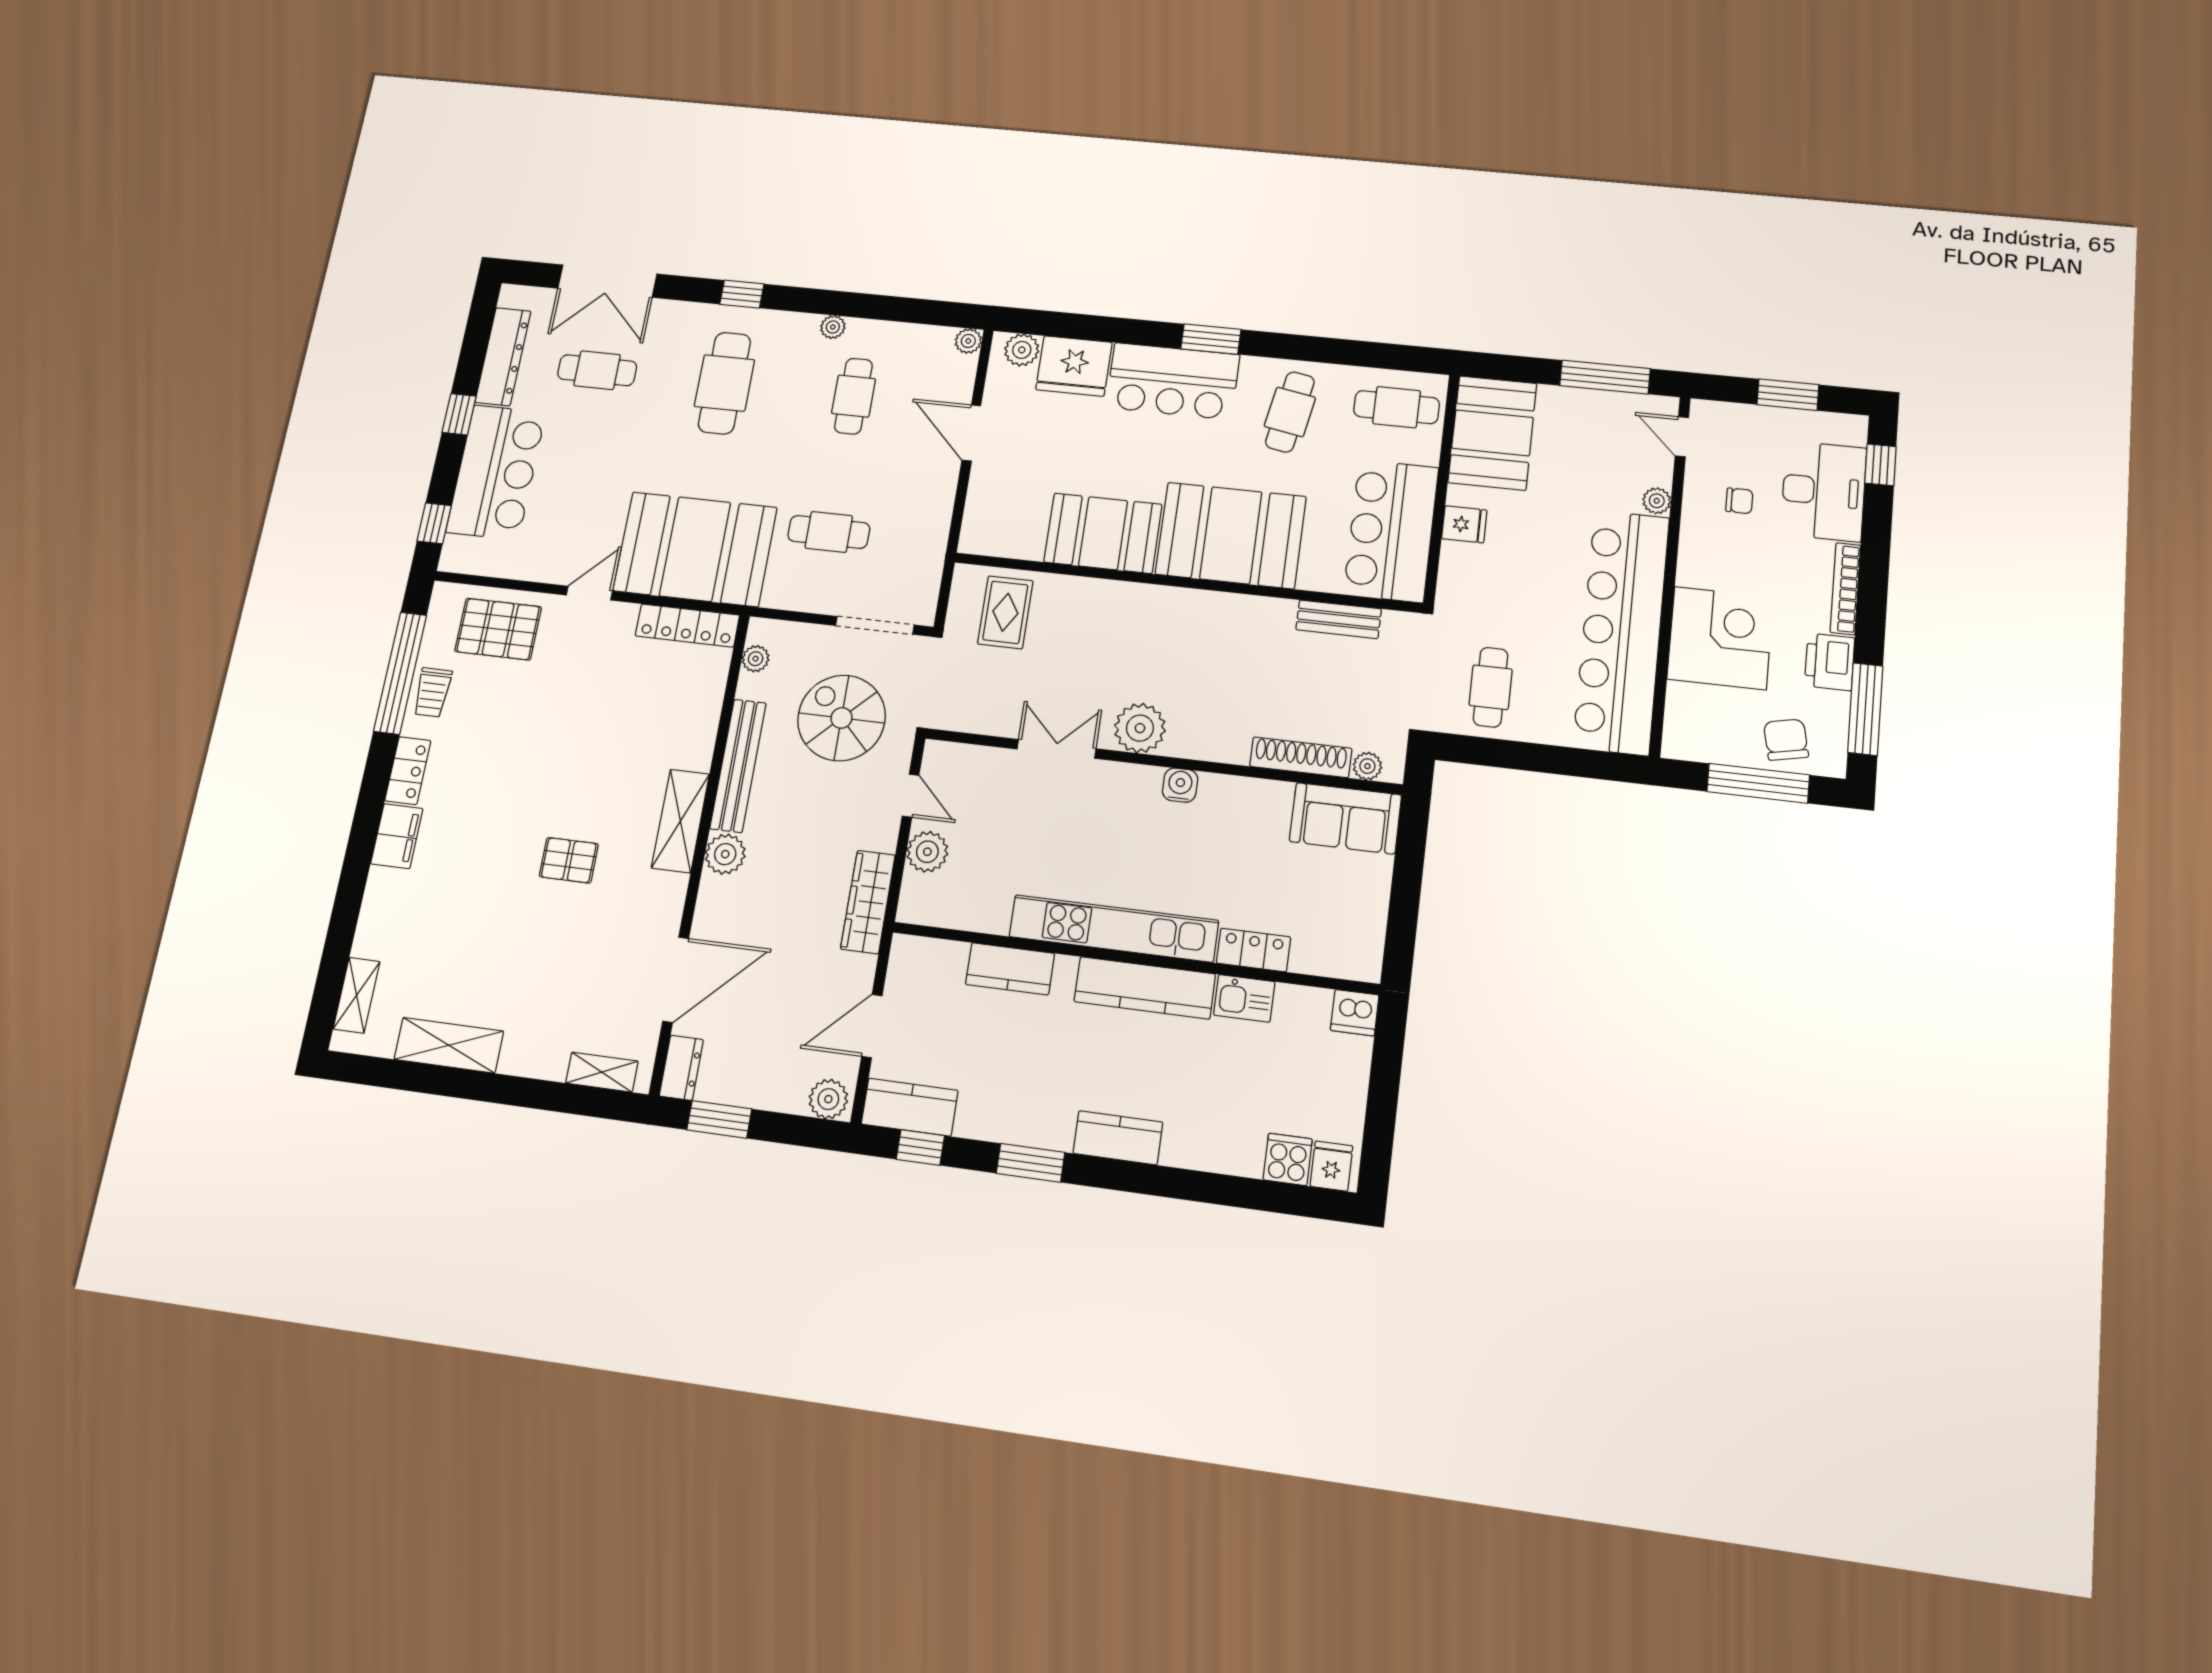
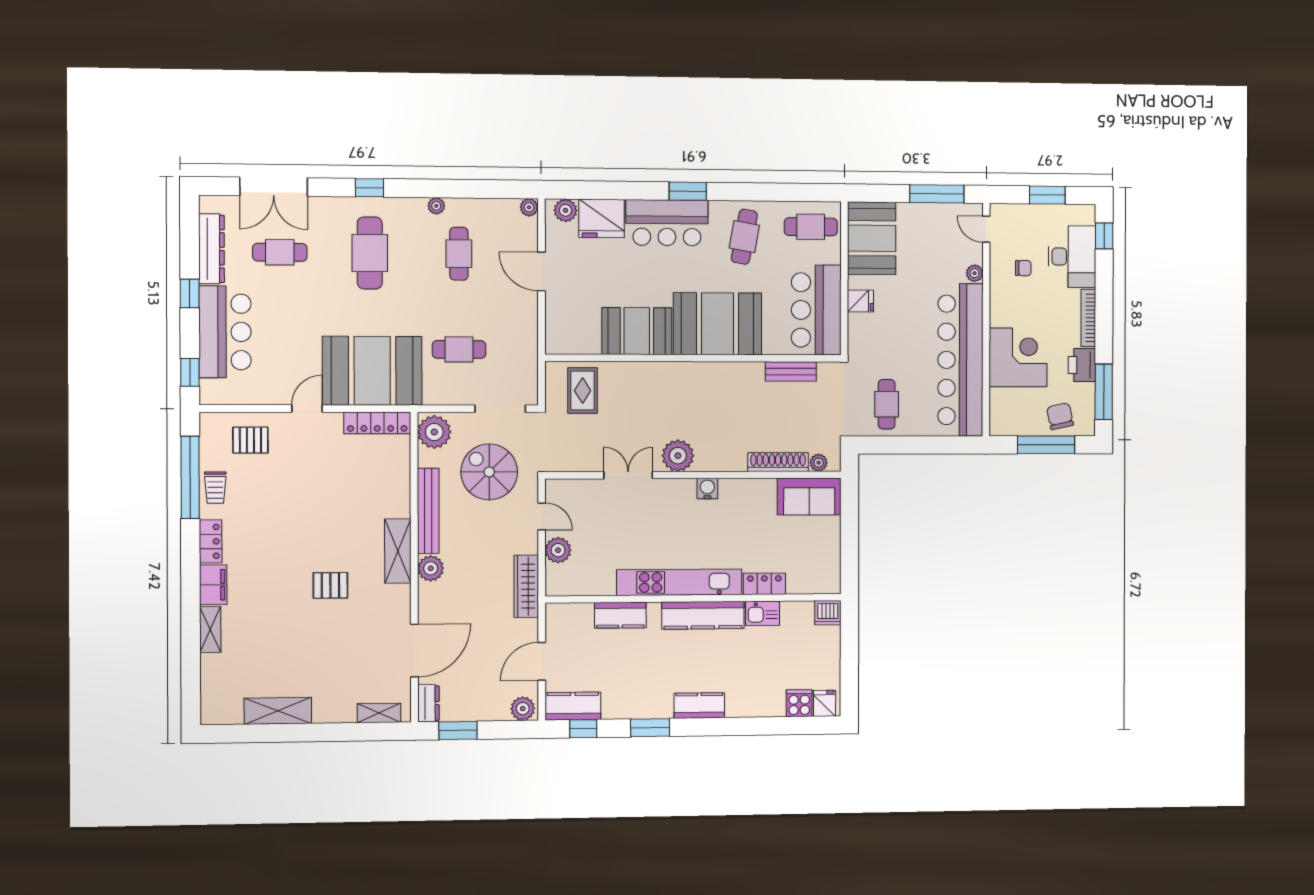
pallet: (498, 629) -> (250, 440), width x0.67, depth x0.71
plant: (756, 659) -> (434, 432), width x1.87, depth x1.87
shelving: (357, 995) -> (210, 630), moved

